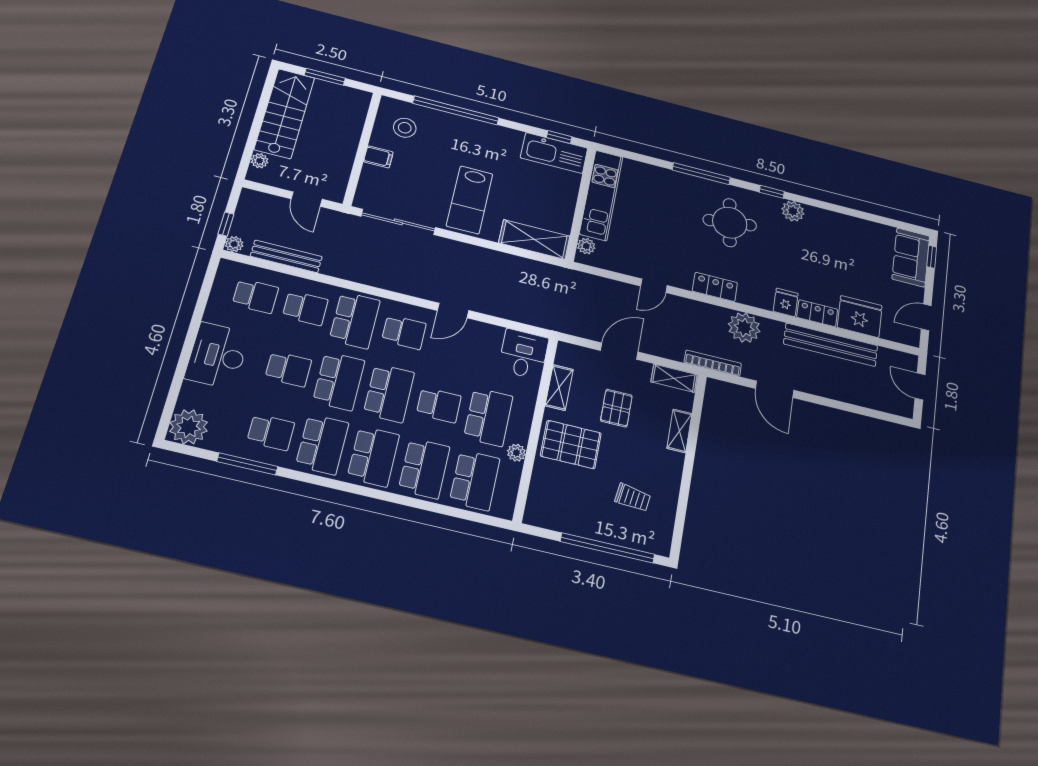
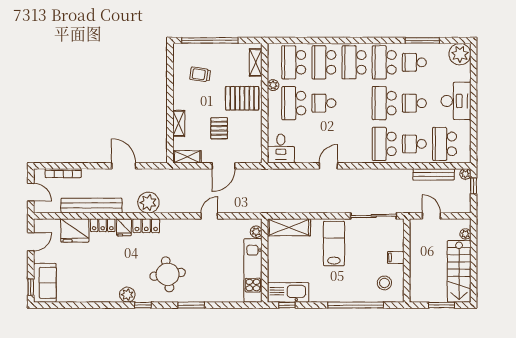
window: (701, 174) -> (191, 305), width x0.69
locker: (715, 287) -> (146, 226), moved
school desk: (255, 296) -> (445, 144), width x1.85
school desk: (404, 332) -> (354, 144), removed
bookcase: (713, 363) -> (63, 173), moved
shelving: (559, 387) -> (256, 63), moved
school desk: (389, 393) -> (354, 103), removed

